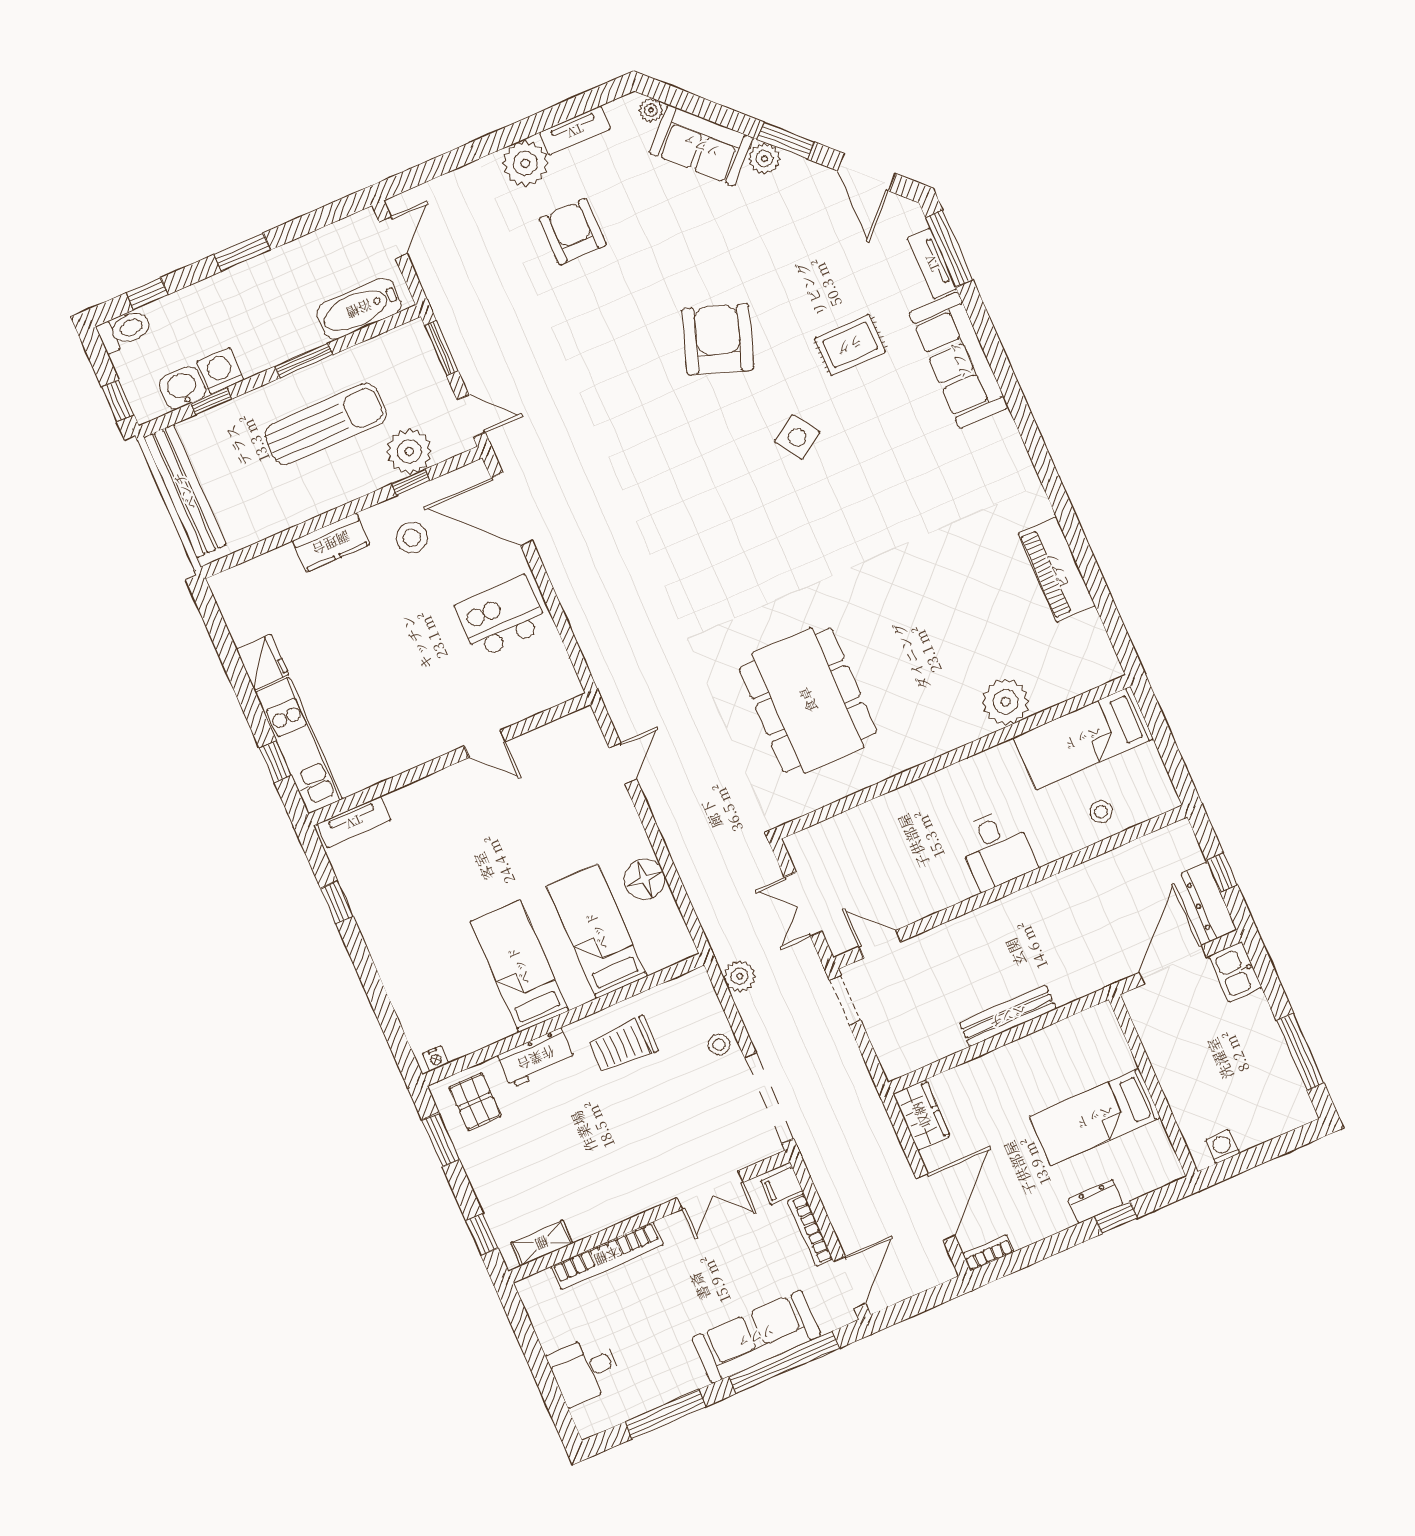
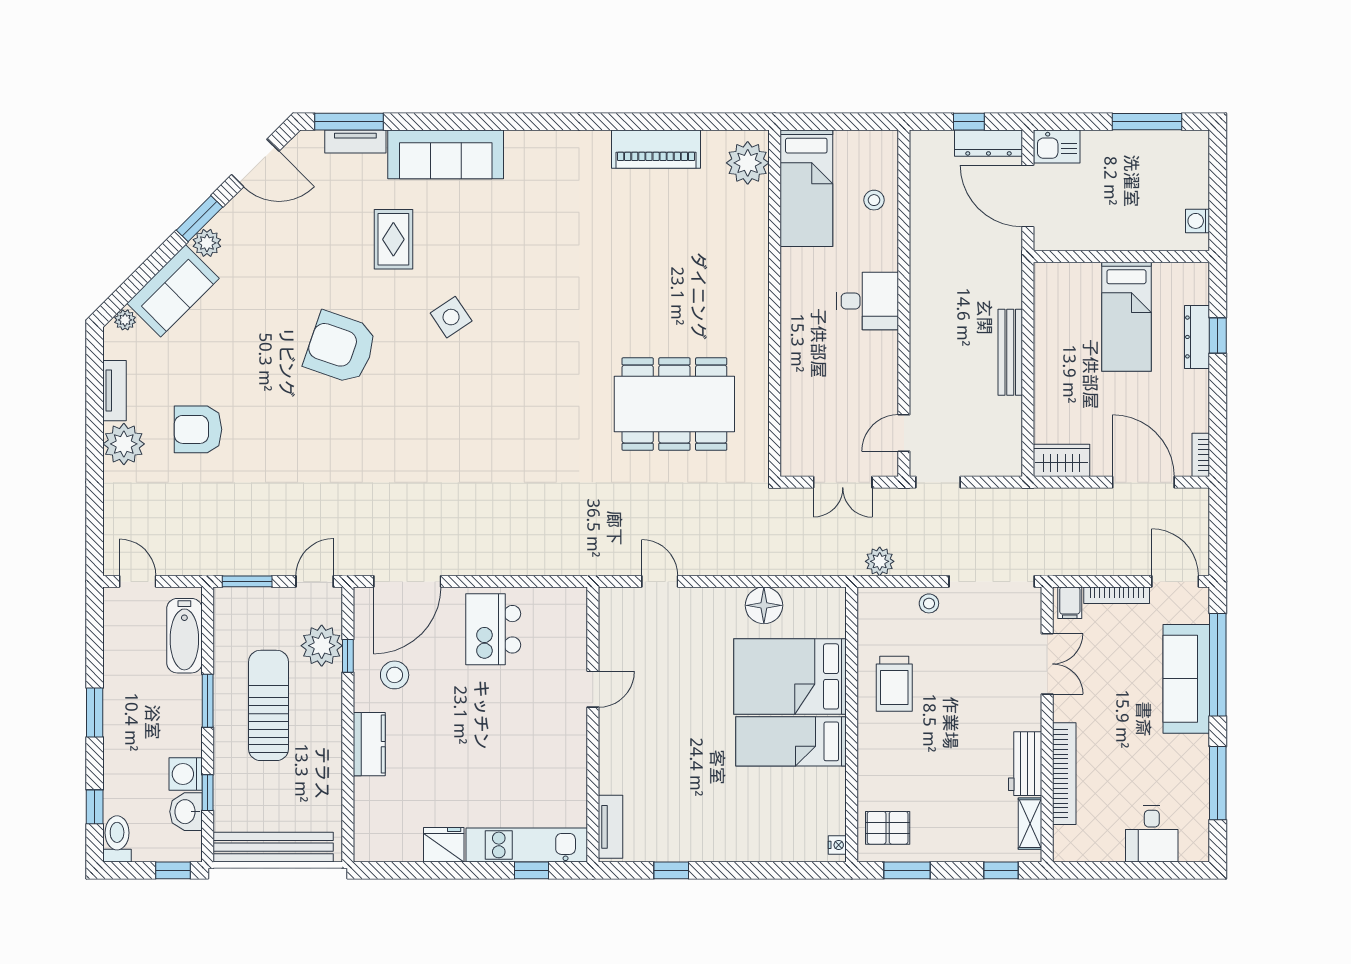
plant: (1006, 702) -> (748, 163), moved
bed: (597, 931) -> (790, 676), width x1.50
workbench: (536, 1058) -> (1025, 764), moved, turned 180
dresser: (1096, 1201) -> (1197, 337), width x1.44

